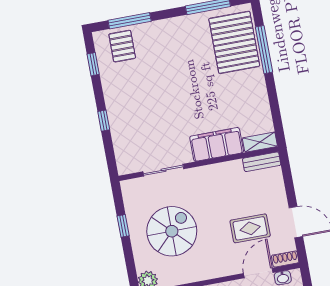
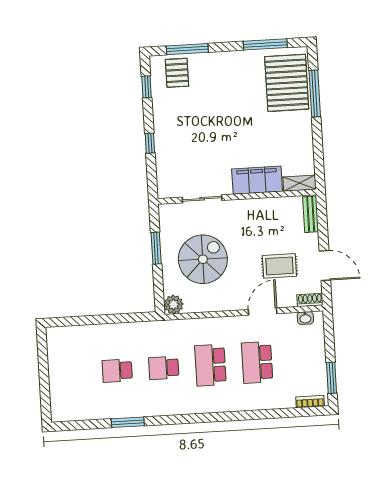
bench: (262, 162) -> (311, 214), moved, turned 90
window: (123, 226) -> (156, 248), width x1.50
door: (258, 273) -> (263, 312), moved

